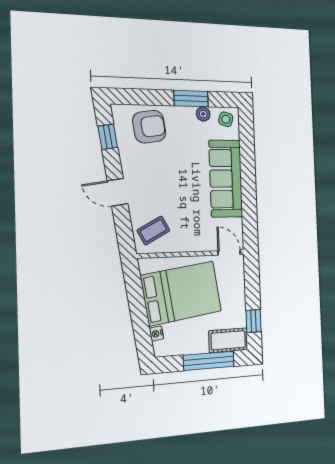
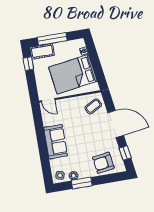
sofa: (226, 179) -> (56, 142), width x0.73
door: (117, 192) -> (116, 124), width x1.88

